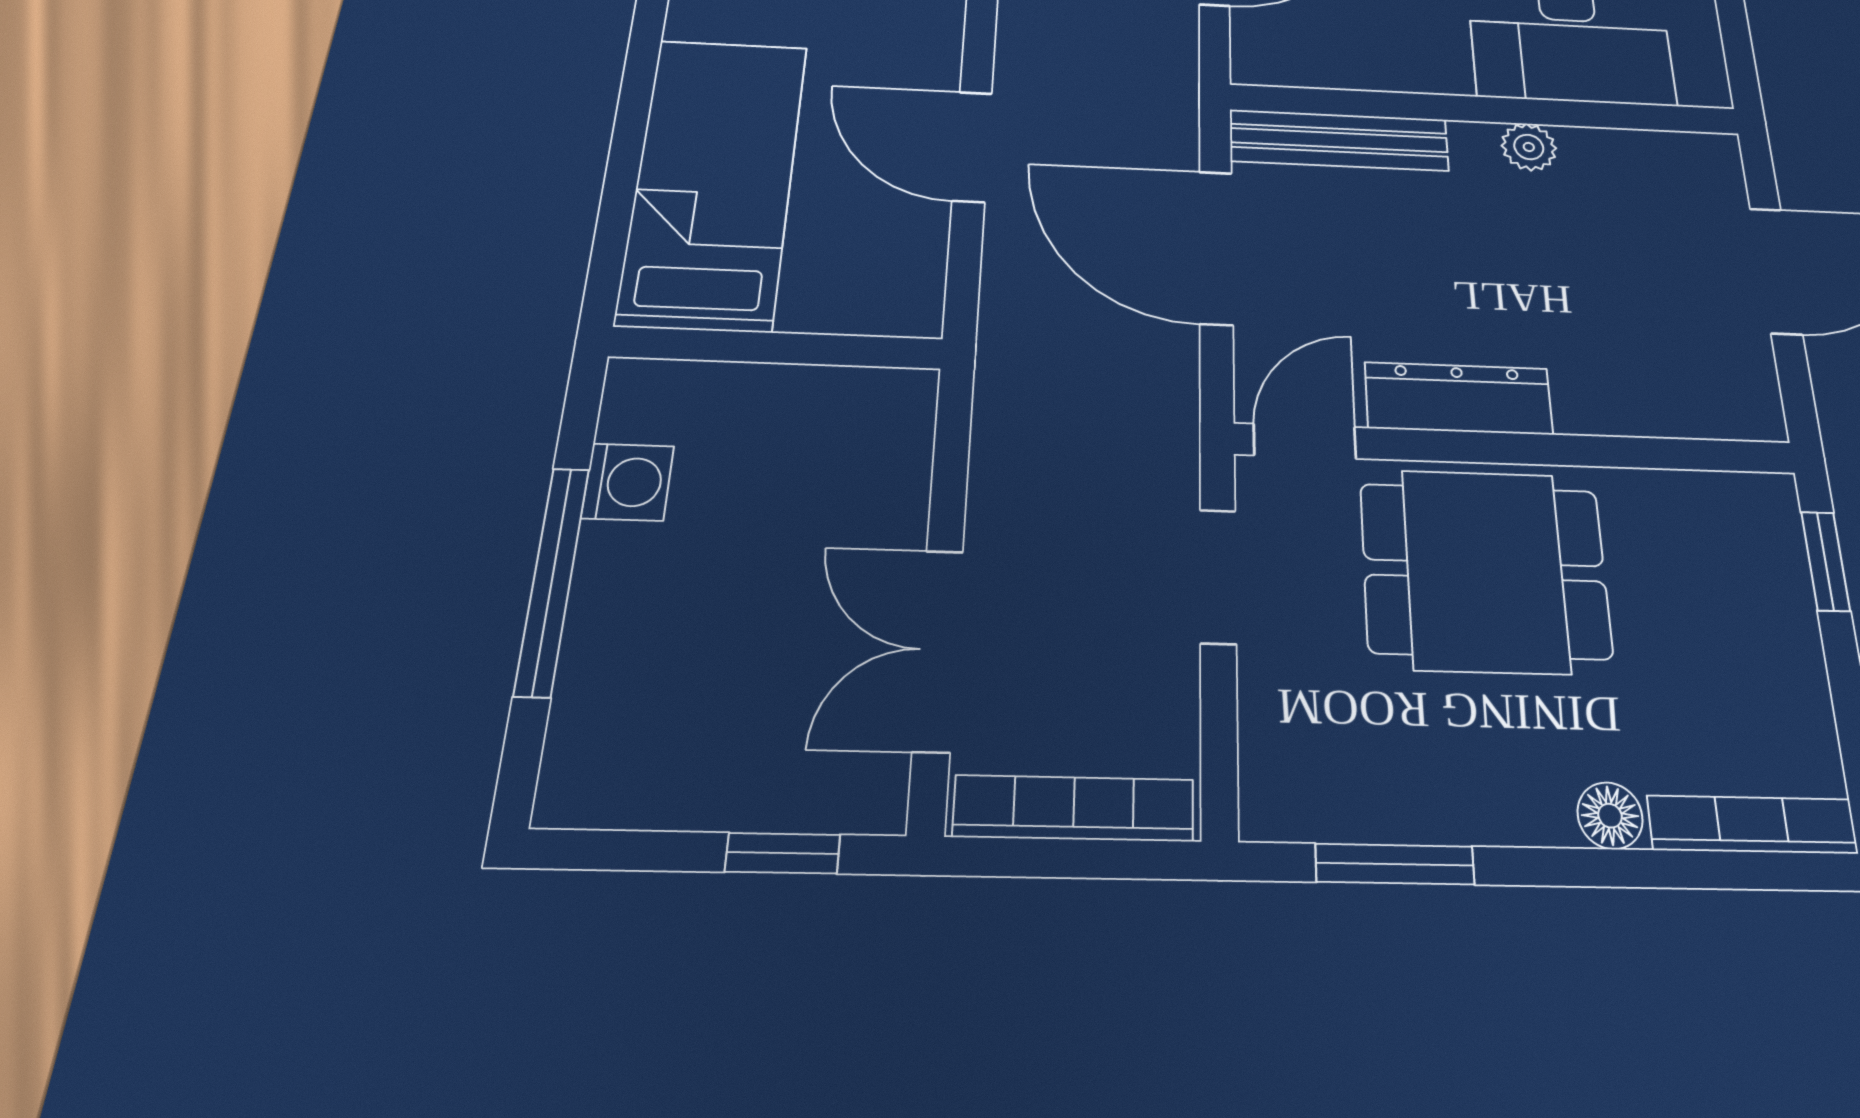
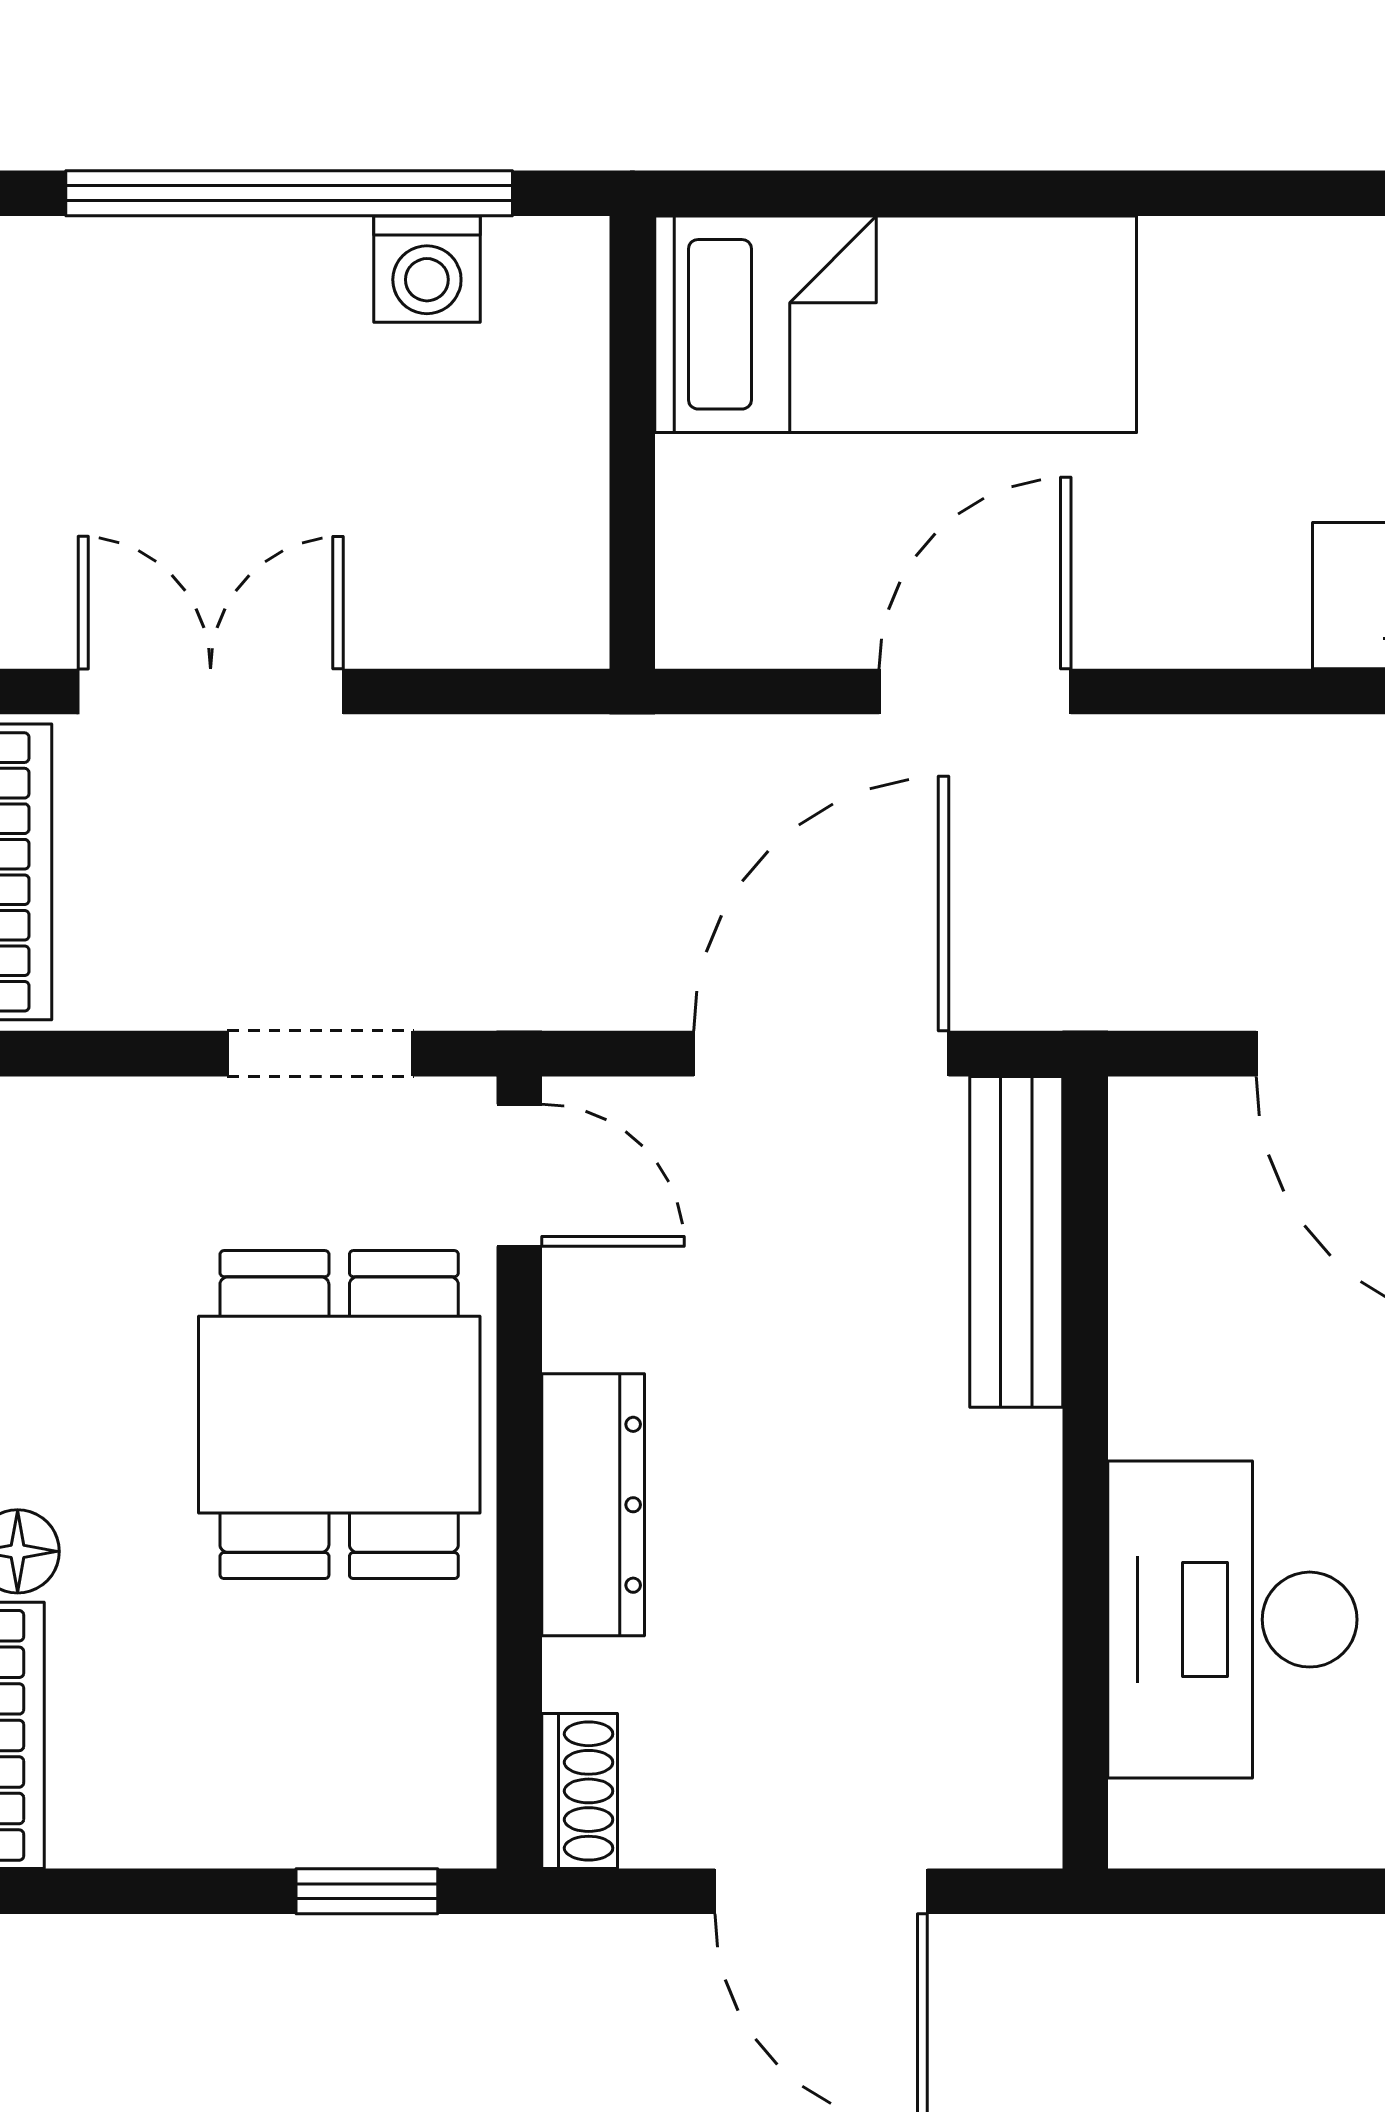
plant: (1529, 147) -> (1020, 1535), removed
dresser: (1458, 398) -> (593, 1505), moved
shoe rack: (1733, 417) -> (580, 1791), added
window: (552, 580) -> (289, 193), width x1.46

